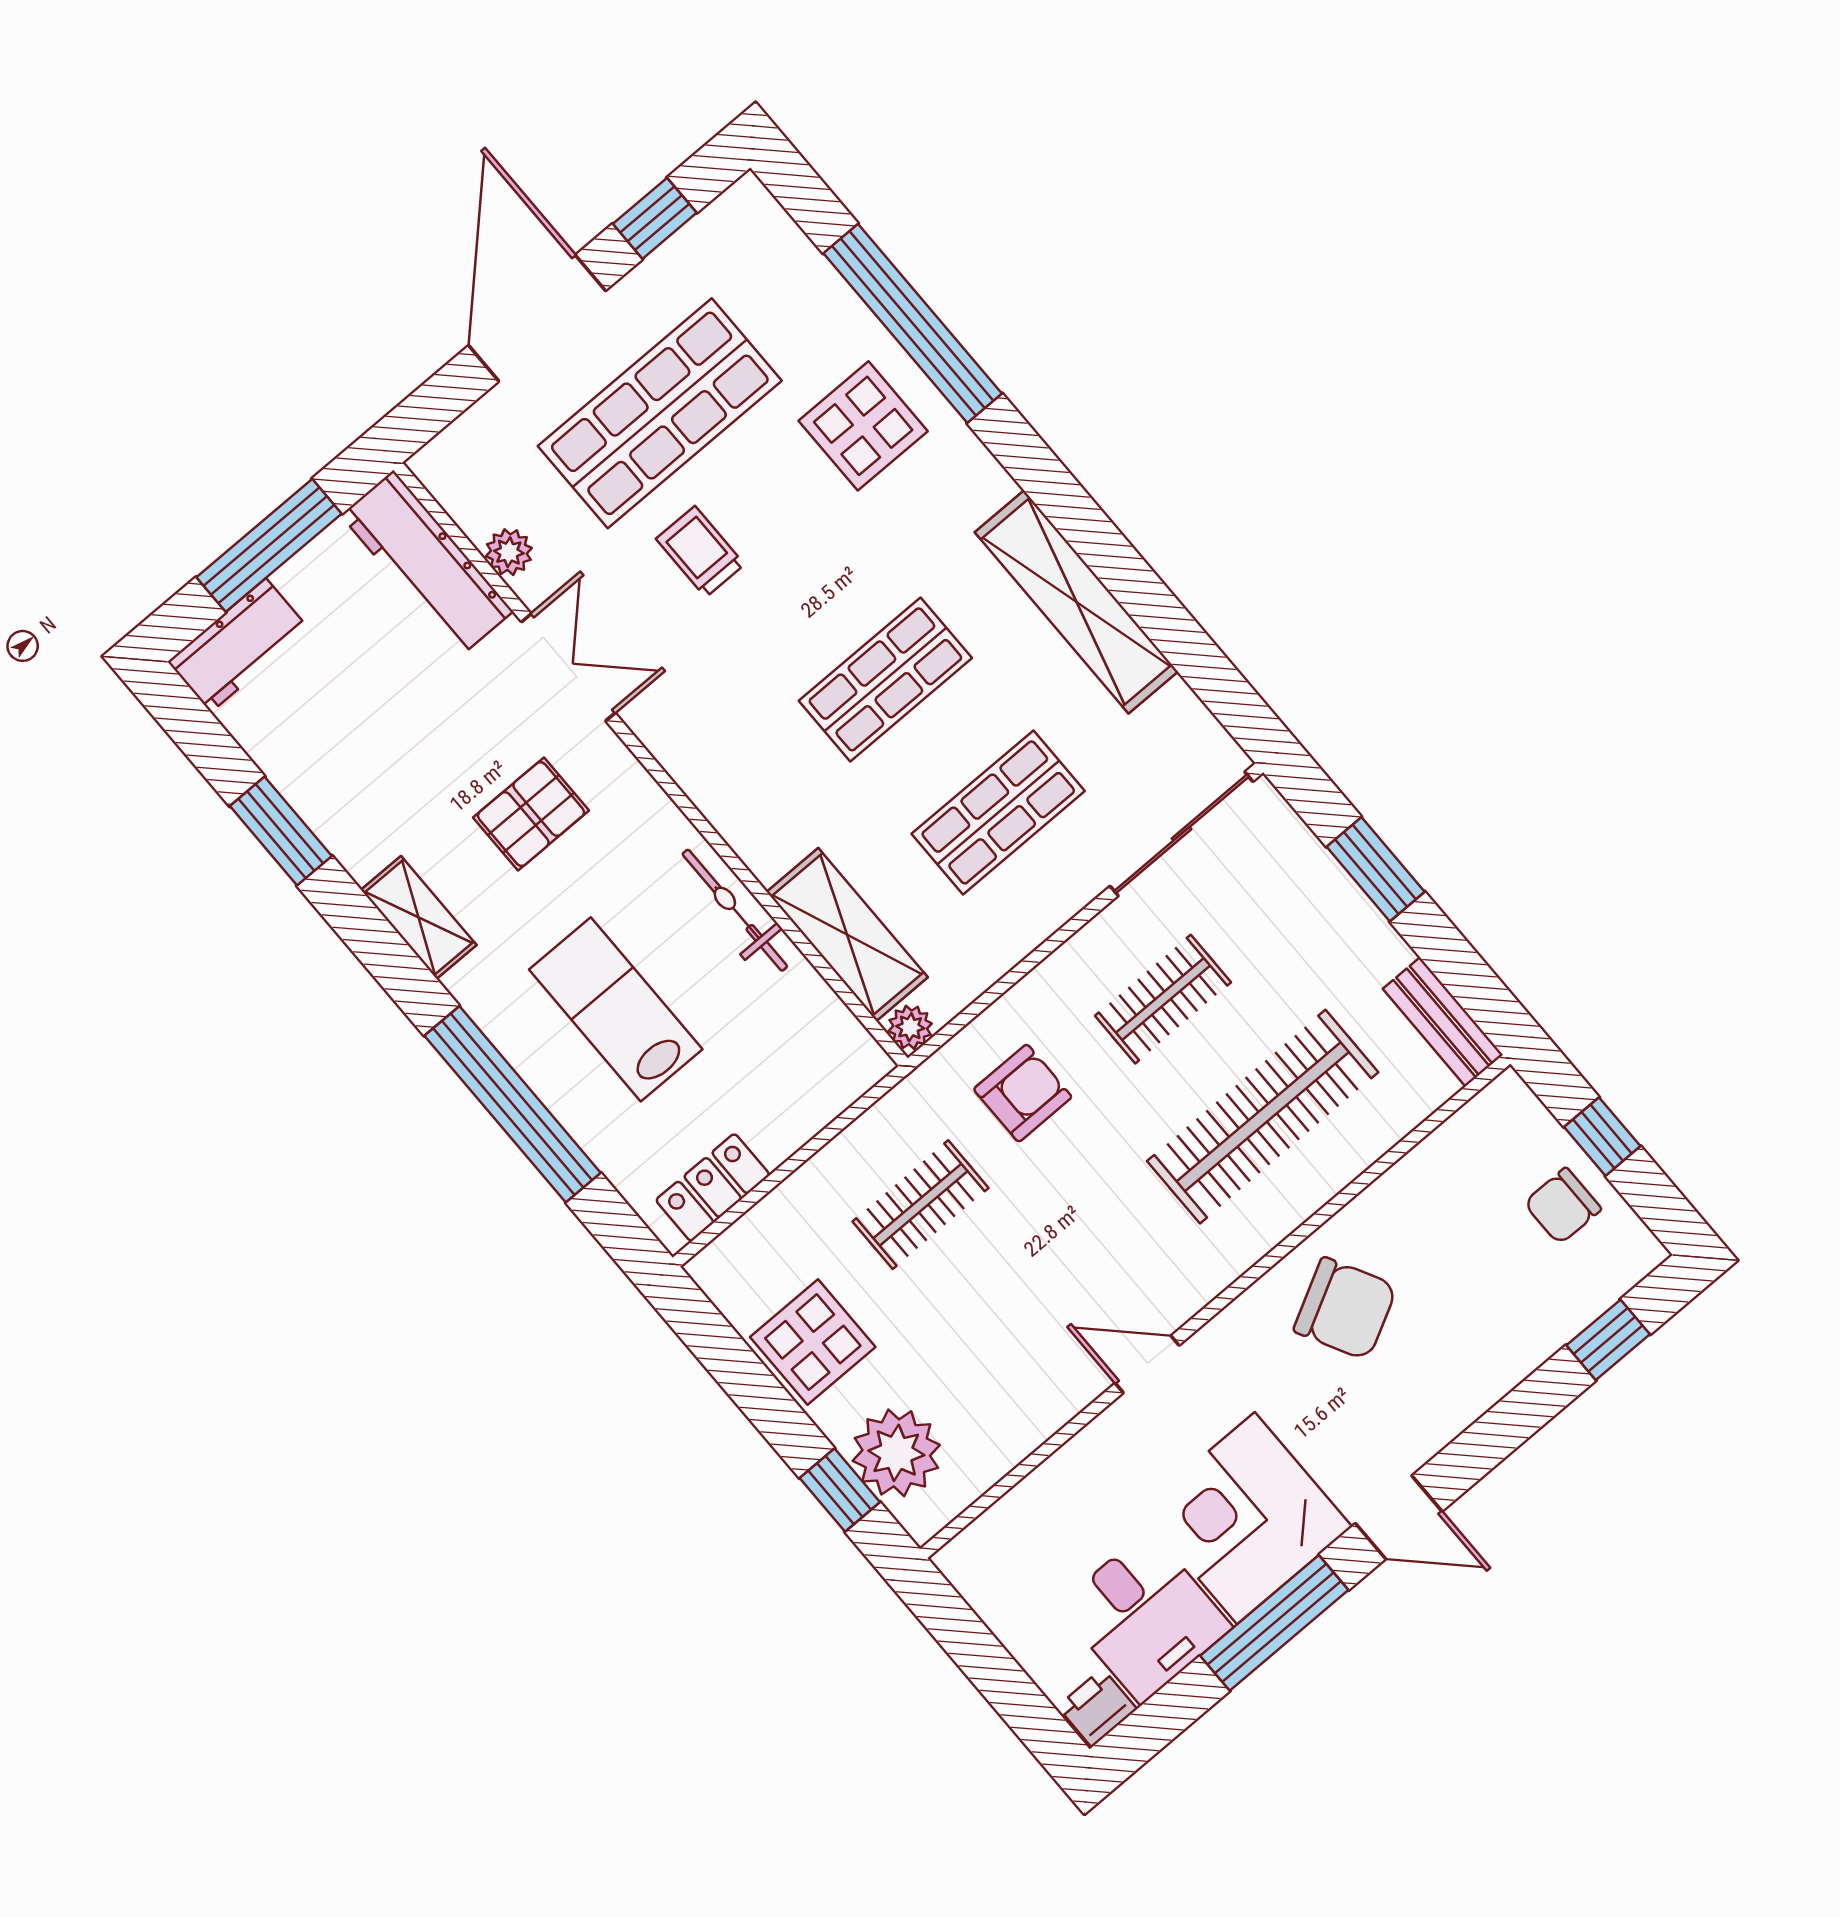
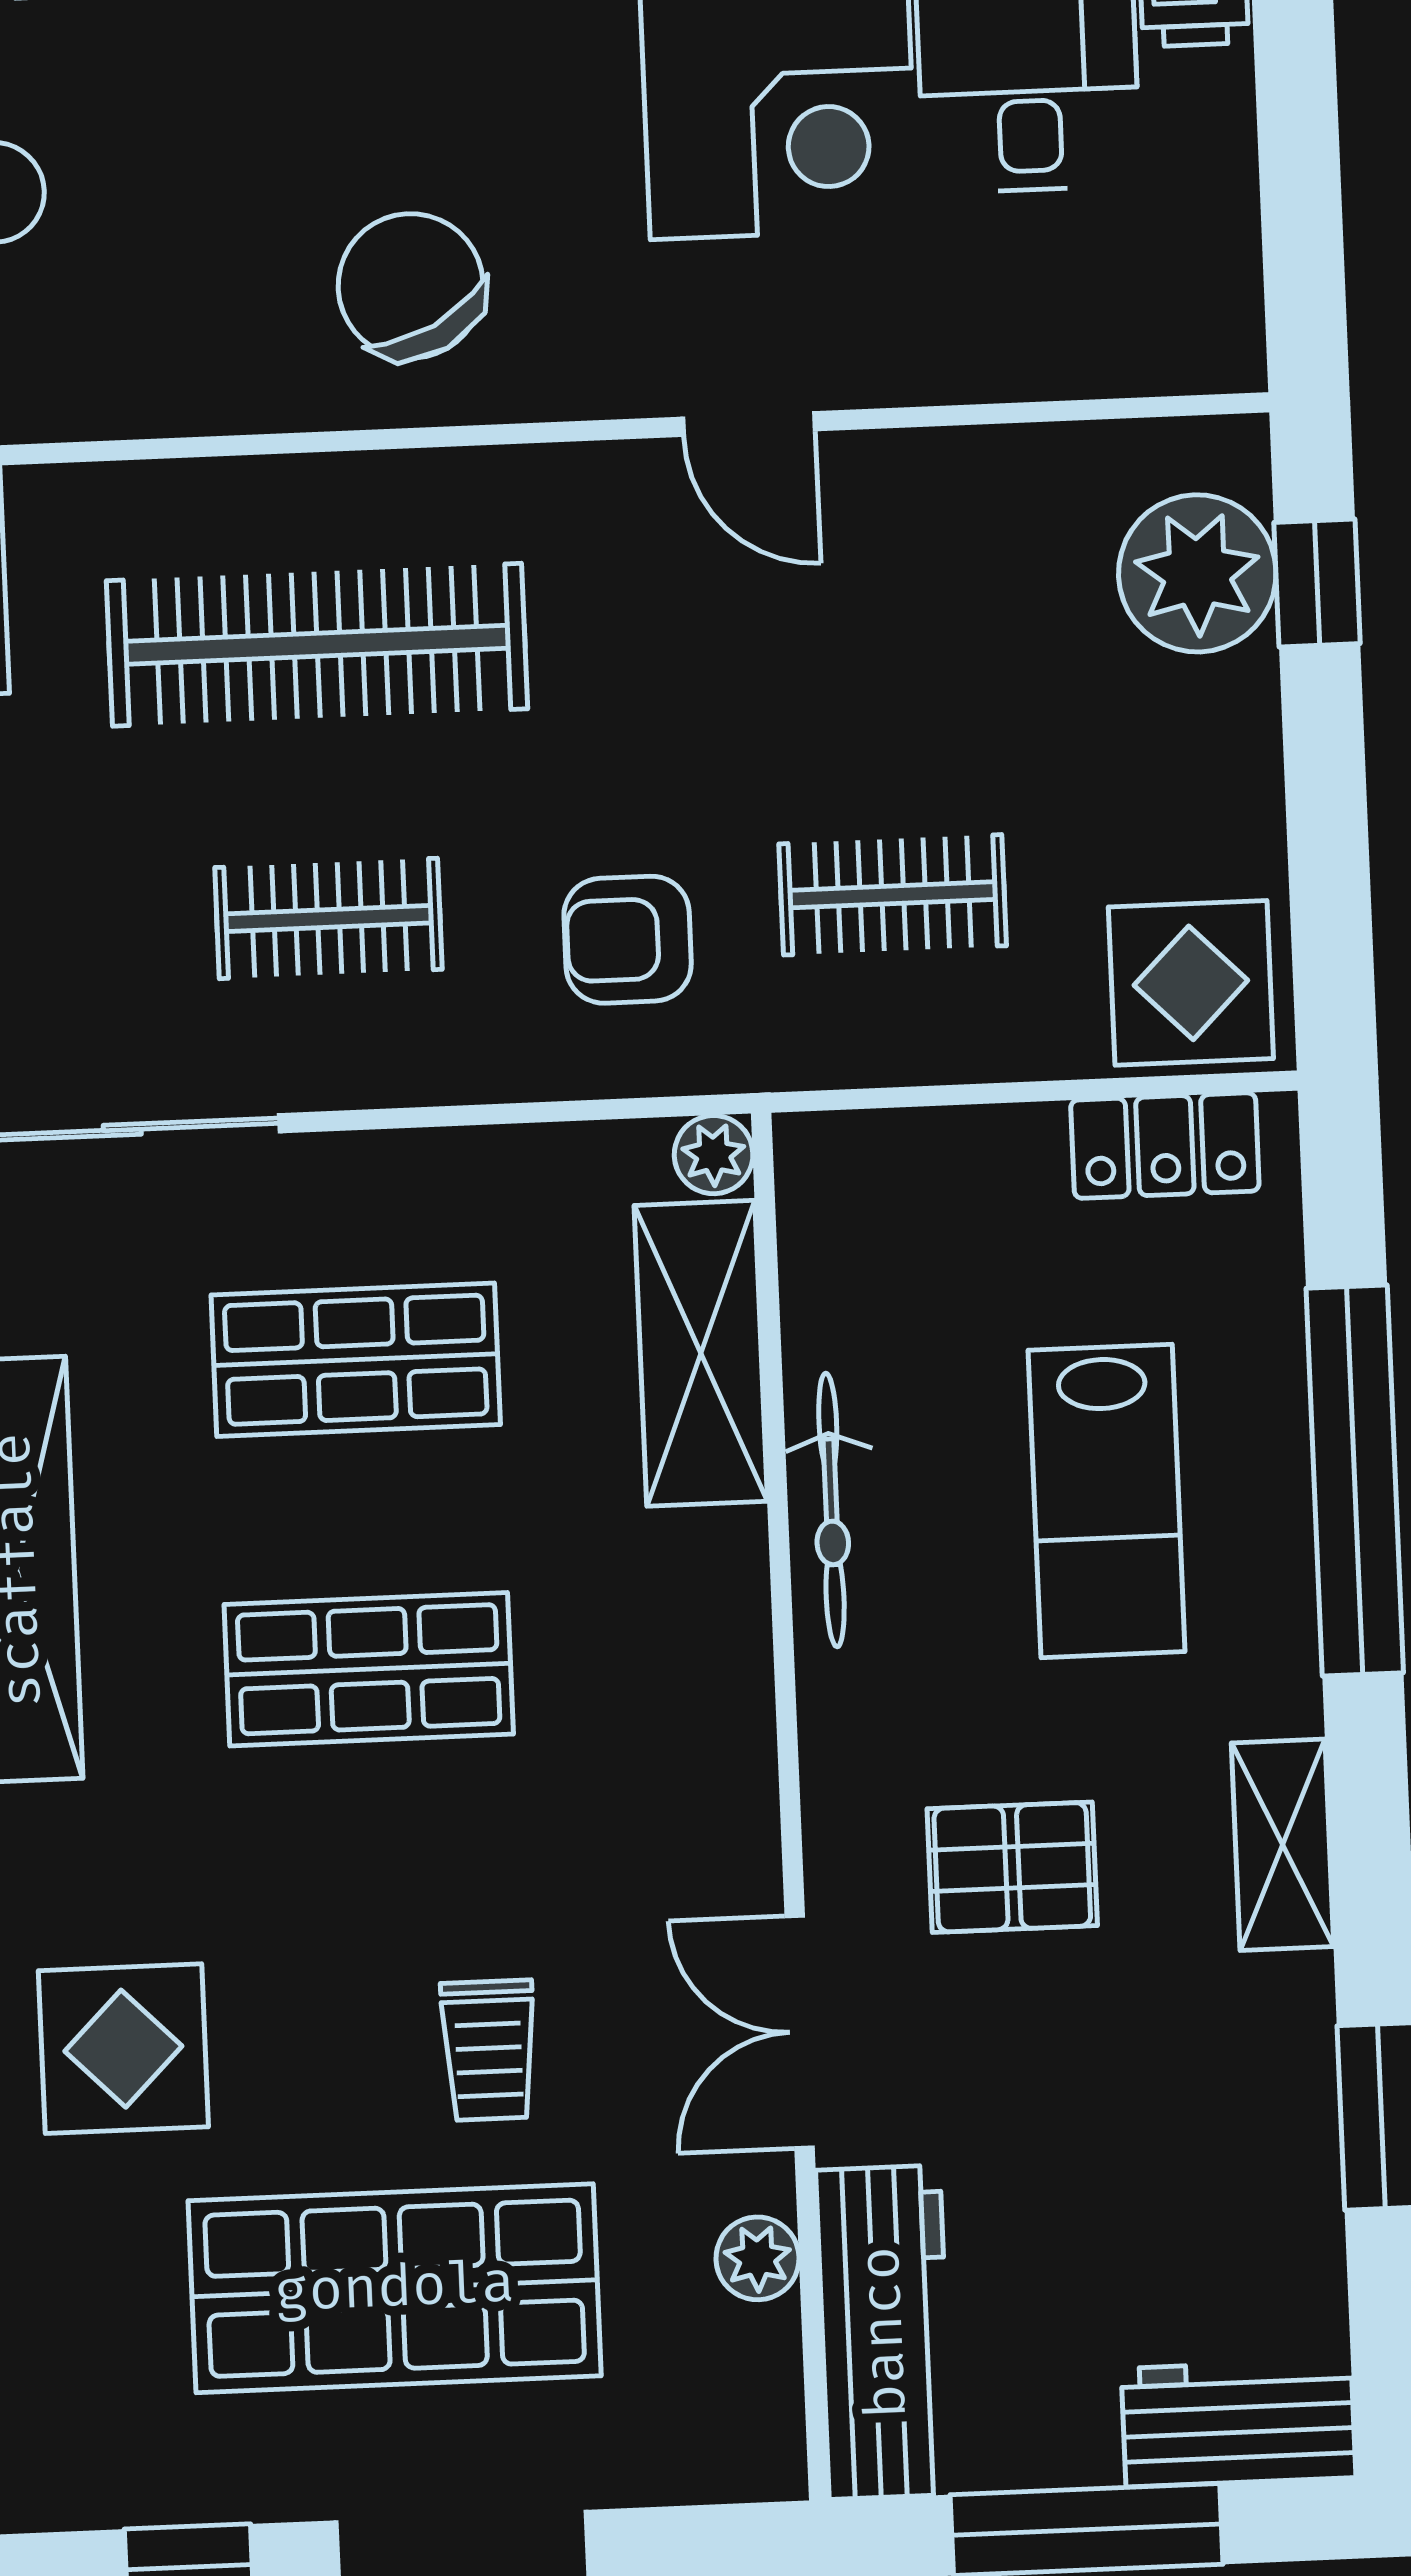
display table: (813, 1342) -> (1191, 983), moved

